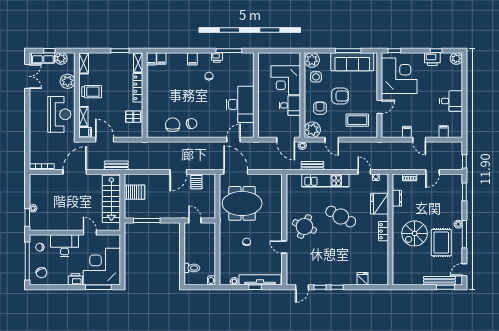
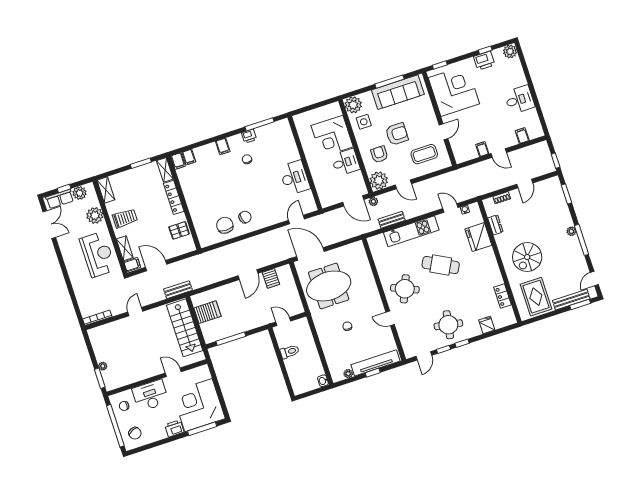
desk: (240, 104) -> (295, 178), width x0.73, depth x0.77
door: (75, 172) -> (135, 312), width x0.53
locker: (384, 231) -> (503, 296), moved
rug: (441, 243) -> (536, 297), moved
toilet: (192, 268) -> (290, 352), moved
round table: (331, 268) -> (448, 325), added

